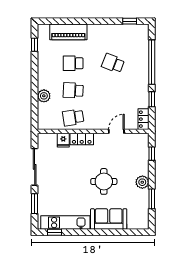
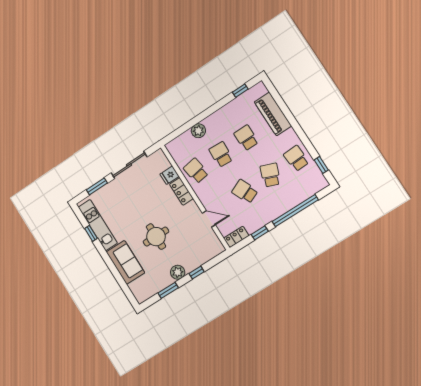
school desk: (113, 36) -> (296, 158), added
school desk: (113, 90) -> (245, 191), added
window: (152, 154) -> (197, 273), moved
window: (55, 232) -> (91, 233), moved

